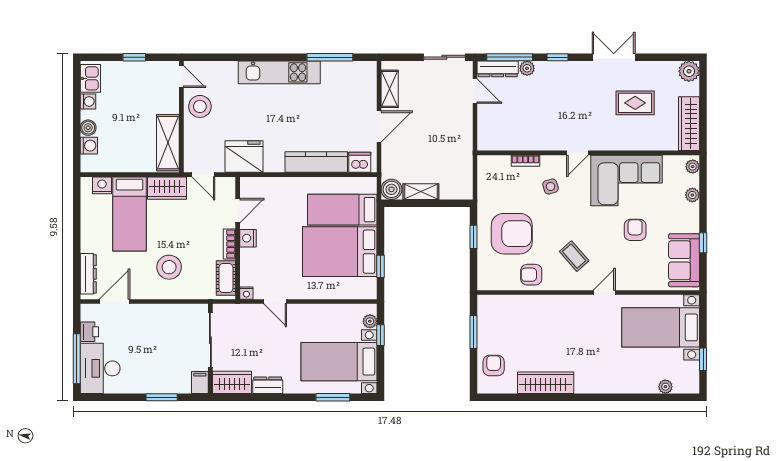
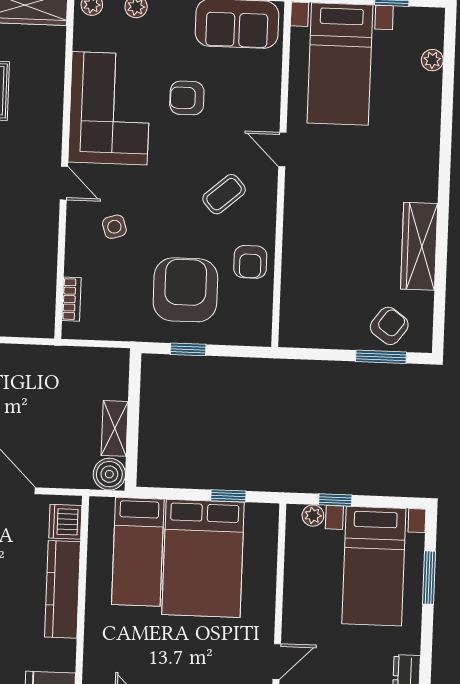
bookcase: (525, 161) -> (71, 299), moved
window: (474, 332) -> (381, 357), moved
armchair: (494, 366) -> (389, 326), turned 126

